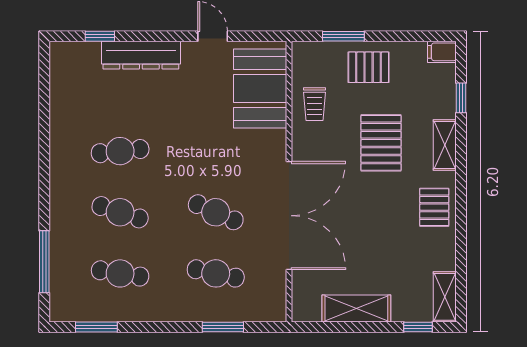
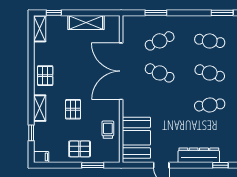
pallet: (381, 143) -> (73, 109), width x0.67, depth x0.71
cafe table: (216, 273) -> (160, 41), turned -36

